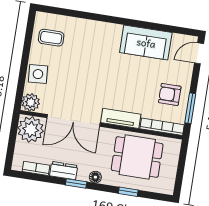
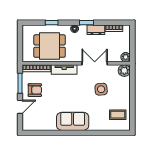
sofa: (146, 43) -> (73, 121), moved
door: (199, 53) -> (20, 107), moved
side table: (38, 74) -> (101, 89), moved
double door: (73, 120) -> (95, 63), width x0.73
plant: (31, 129) -> (126, 57), width x0.53, depth x0.53

